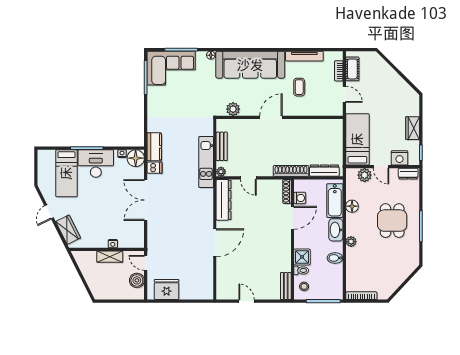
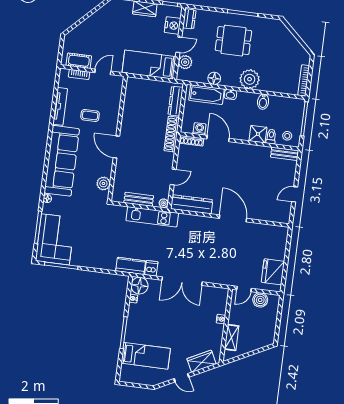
desk: (96, 164) -> (140, 326), removed
washbasin: (336, 230) -> (230, 94), width x0.52, depth x0.69
plant: (351, 242) -> (250, 79), width x1.87, depth x1.87
shelving: (110, 257) -> (232, 338), moved

